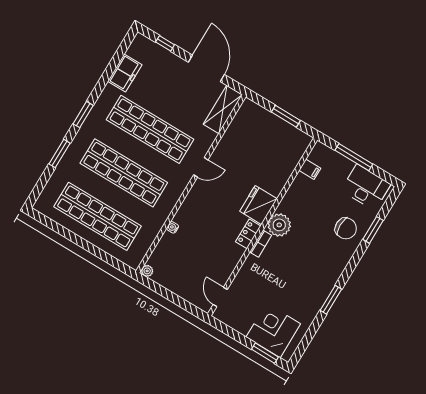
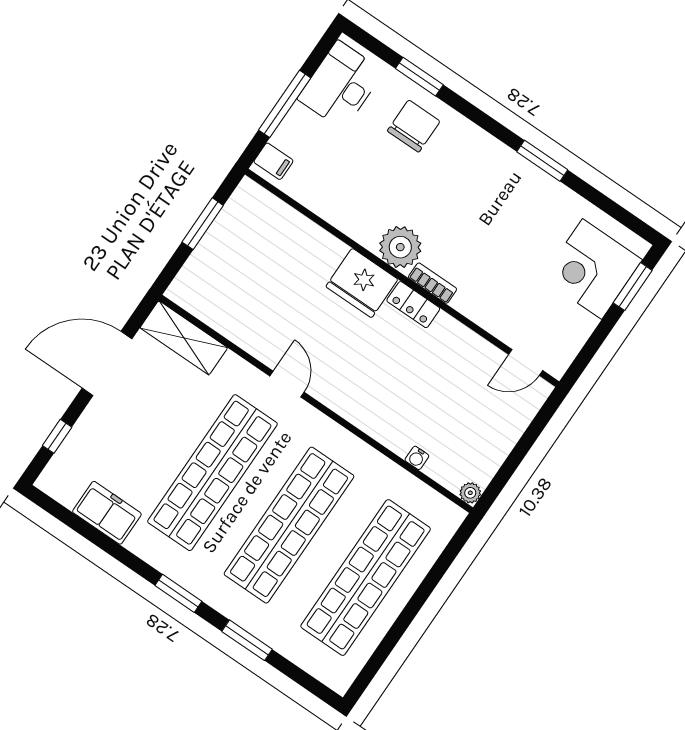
filing cabinet: (310, 169) -> (273, 161), moved, turned 90
water cooler: (173, 227) -> (417, 458), moved

